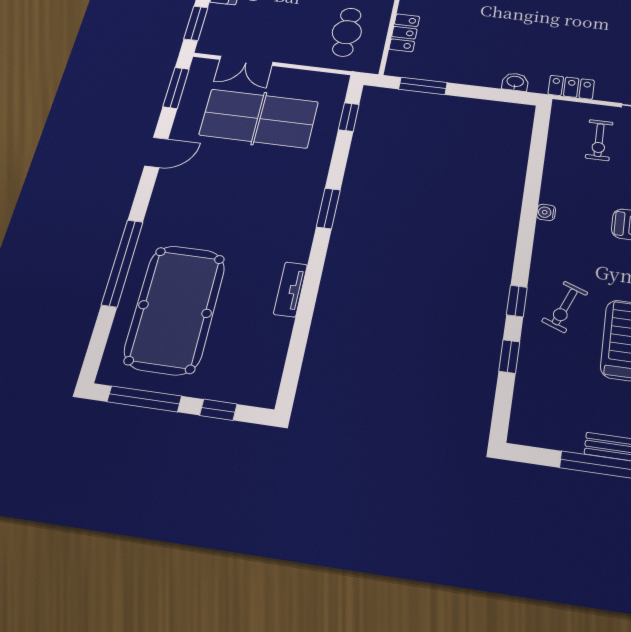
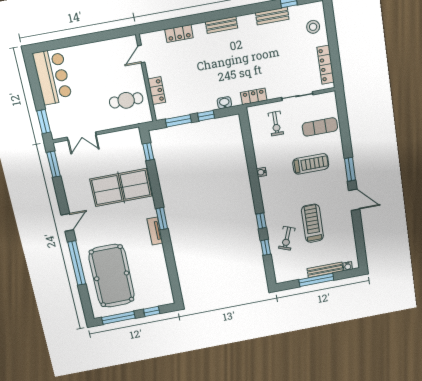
cafe table: (347, 32) -> (126, 100), turned 90
window: (475, 92) -> (206, 116), added
table tennis table: (259, 118) -> (121, 187), moved
door: (156, 152) -> (67, 222), moved
window: (328, 208) -> (162, 219), moved
tv unit: (290, 289) -> (155, 231), moved
exercise bike: (565, 307) -> (287, 238), moved

